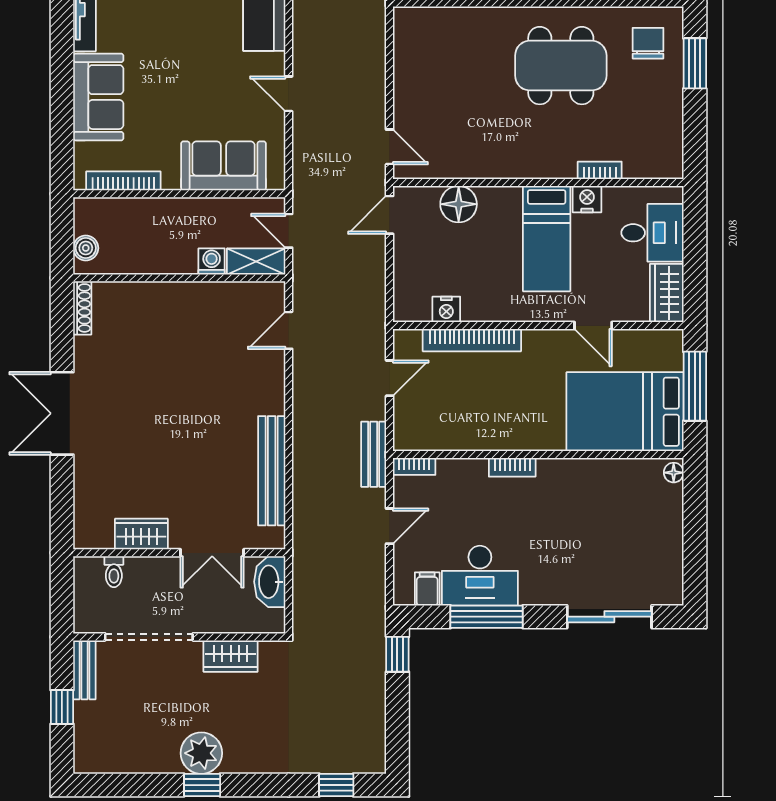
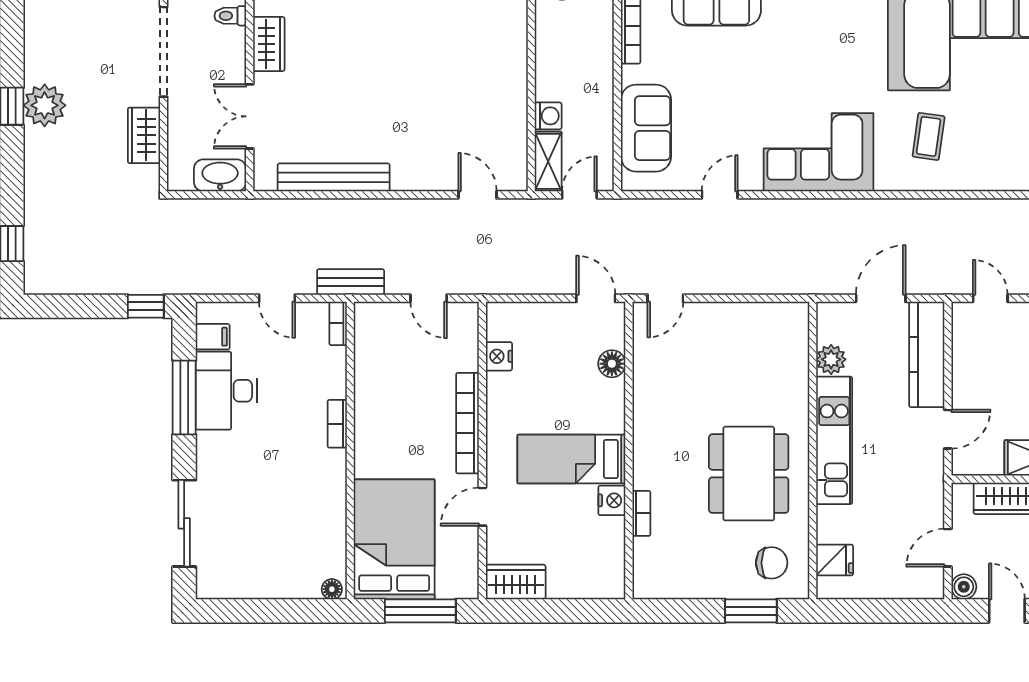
floor lamp: (459, 204) -> (612, 364), width x0.73, depth x0.73
desk: (652, 233) -> (577, 567), removed
bookcase: (472, 340) -> (468, 423), moved

